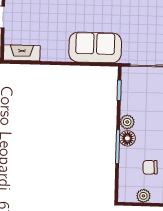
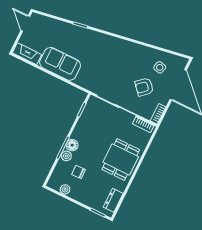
sofa: (95, 47) -> (60, 64), moved
plant: (127, 122) -> (66, 156), moved

